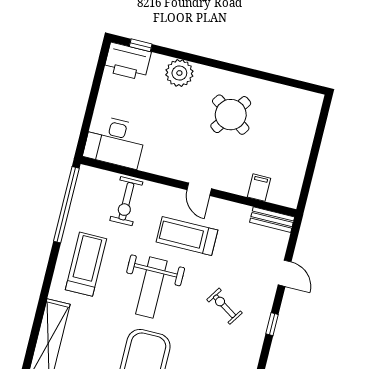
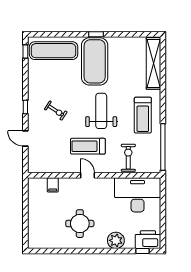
round table: (231, 115) -> (80, 224), turned -35
desk: (115, 142) -> (138, 195), width x1.36, depth x1.30
bench: (272, 220) -> (40, 168), removed
treadmill: (187, 236) -> (88, 146), turned 180

